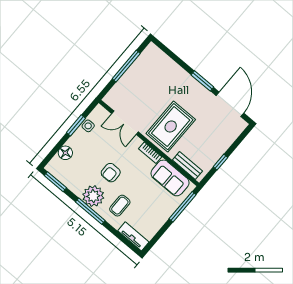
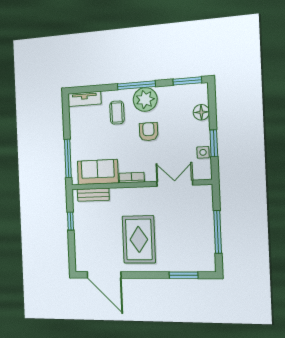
window: (202, 81) -> (183, 275), moved
rug: (171, 127) -> (139, 239), moved

